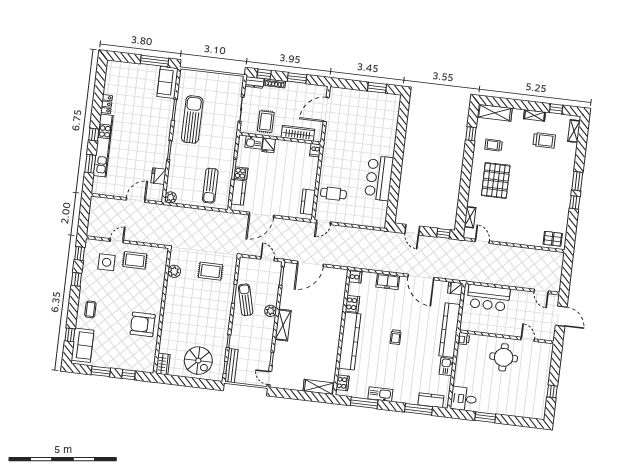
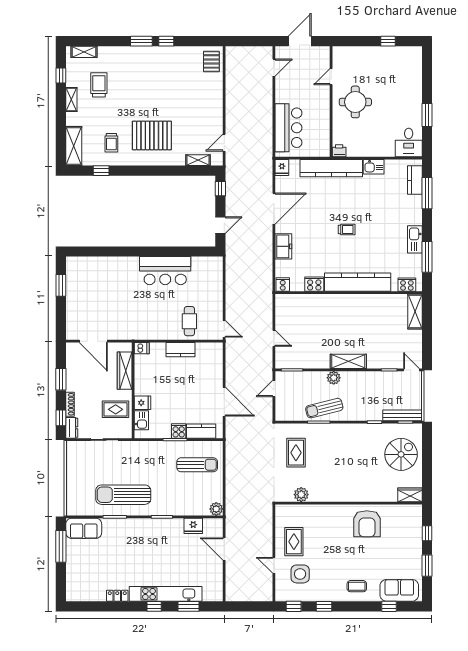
kitchen counter: (308, 202) -> (181, 350), moved
door: (310, 264) -> (274, 338), width x0.53
door: (269, 378) -> (411, 370), swing flipped

